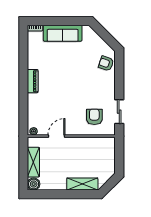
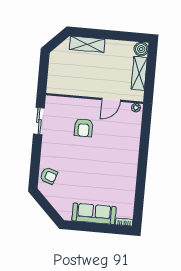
piano: (33, 81) -> (132, 163), removed
armchair: (94, 117) -> (84, 128), moved

